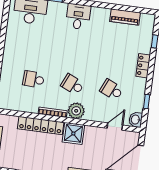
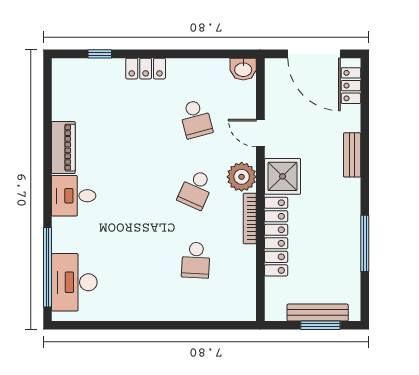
piano: (125, 17) -> (63, 148), moved
school desk: (112, 90) -> (196, 119), turned -39
window: (147, 102) -> (209, 54), removed
door: (115, 127) -> (260, 133), moved

